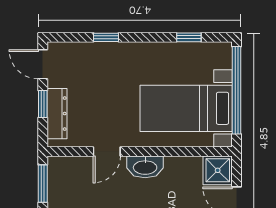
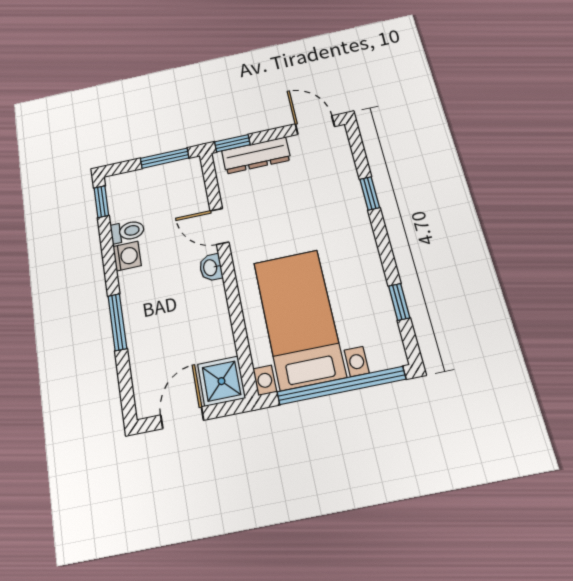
door: (43, 64) -> (315, 125), hinge flipped
window: (43, 104) -> (232, 143), moved
washbasin: (145, 167) -> (211, 268), width x0.52, depth x0.69

